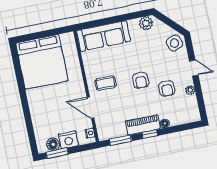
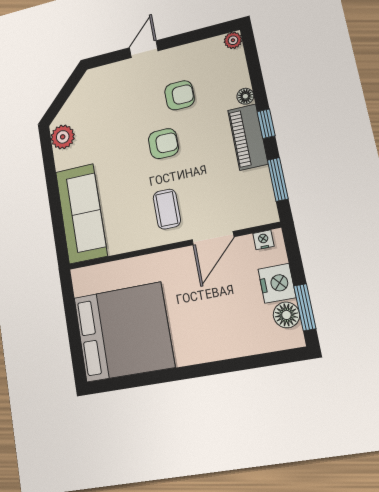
side table: (174, 43) -> (99, 85), removed
plant: (190, 90) -> (233, 40), moved

